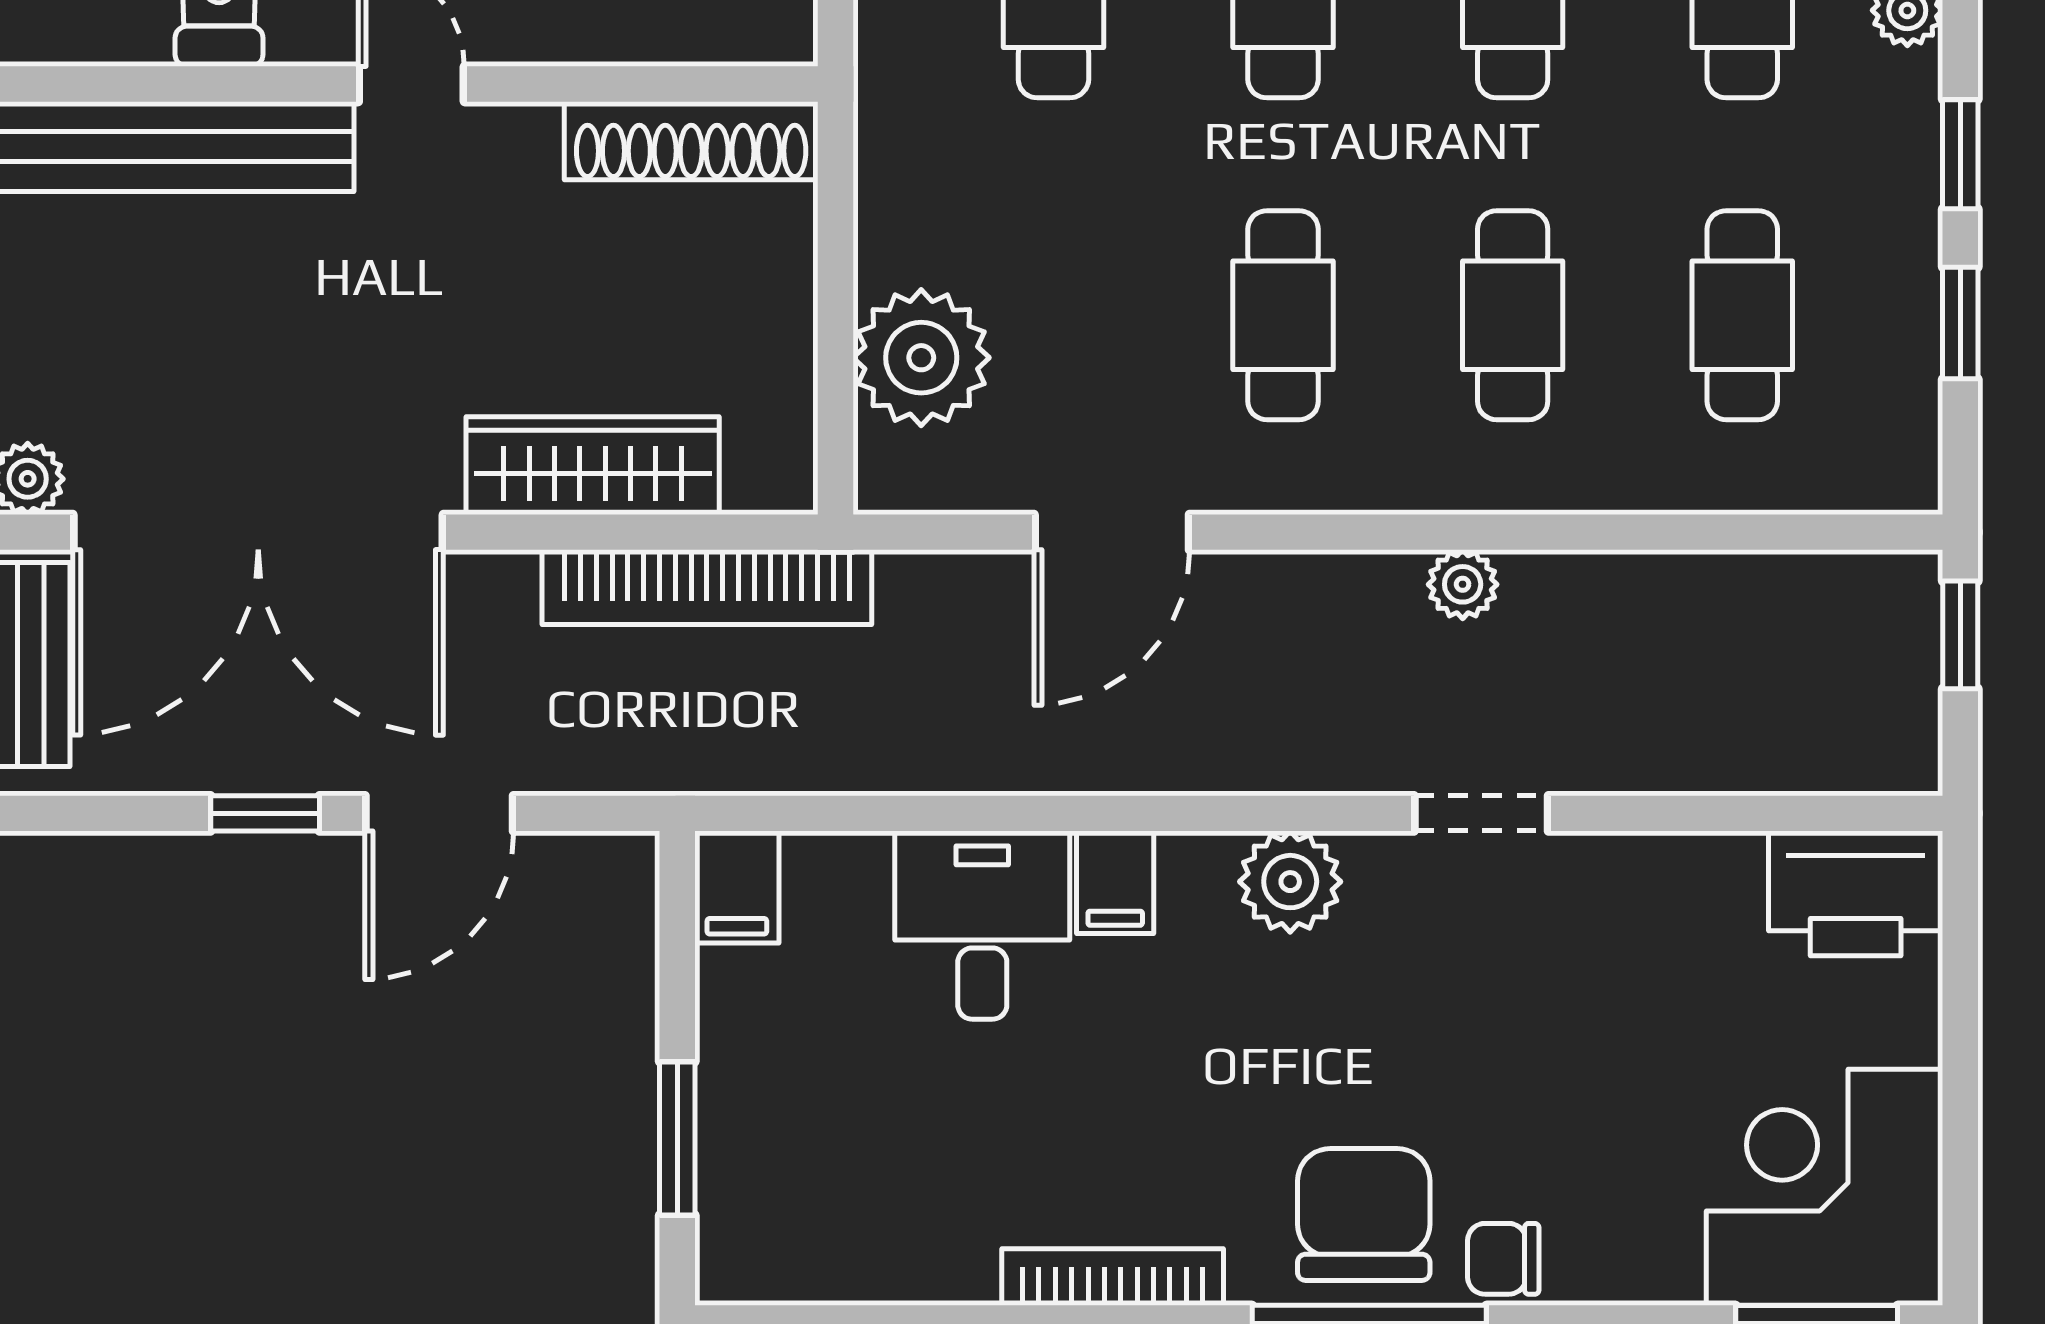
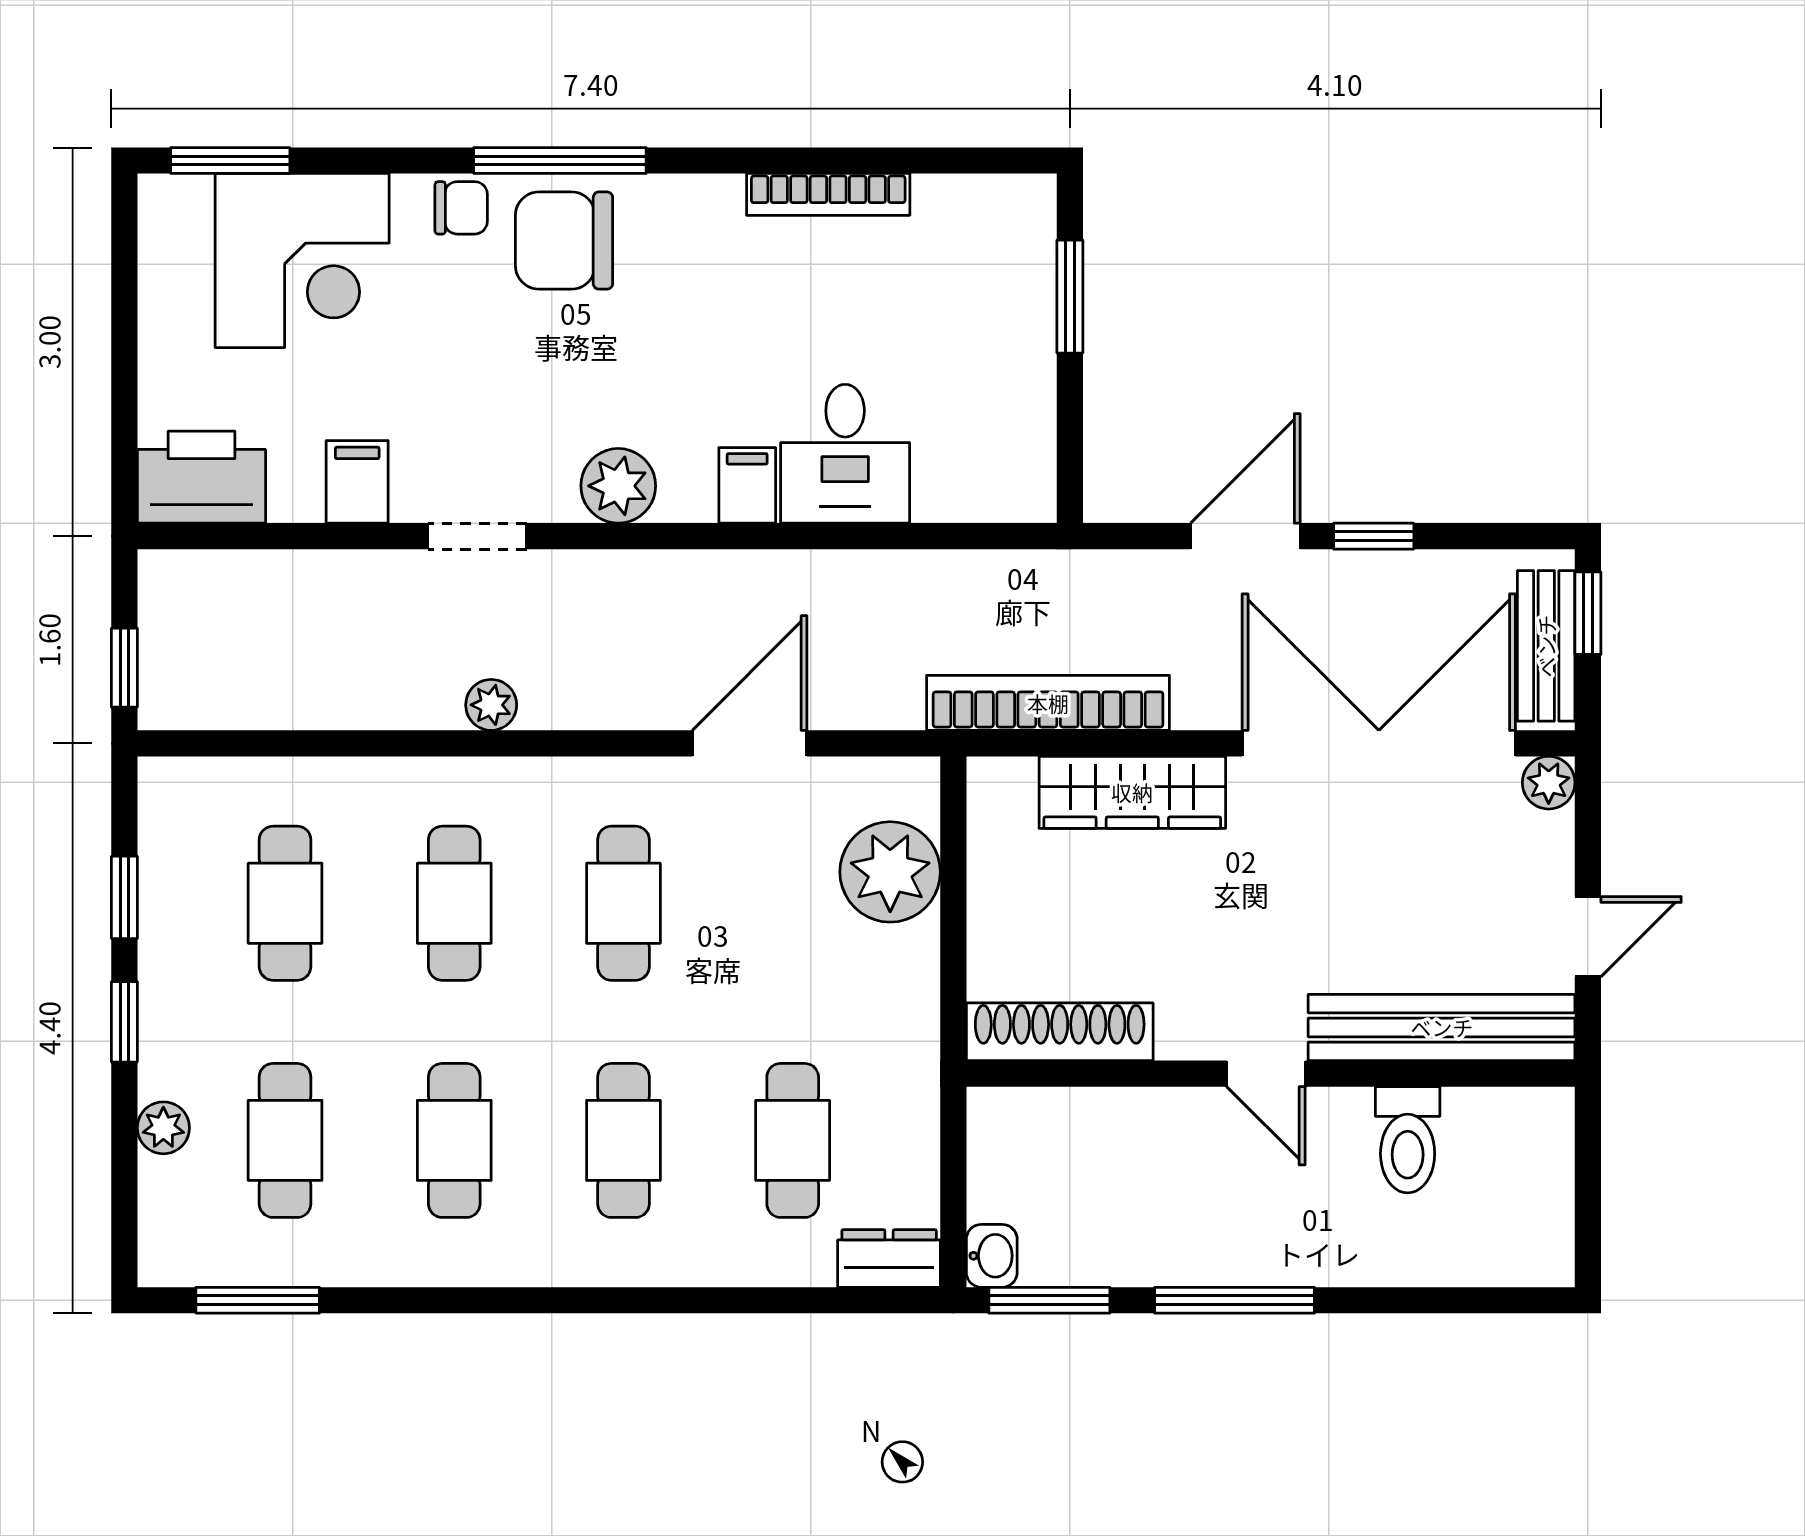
filing cabinet: (737, 887) -> (357, 482), moved
corner desk: (1825, 1187) -> (302, 261), moved
chair: (1364, 1214) -> (564, 240), turned 90
bookcase: (1113, 1277) -> (828, 194), moved

